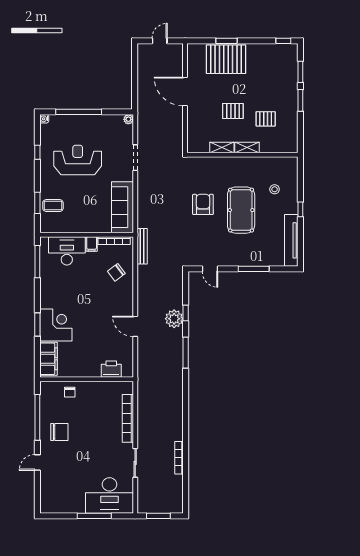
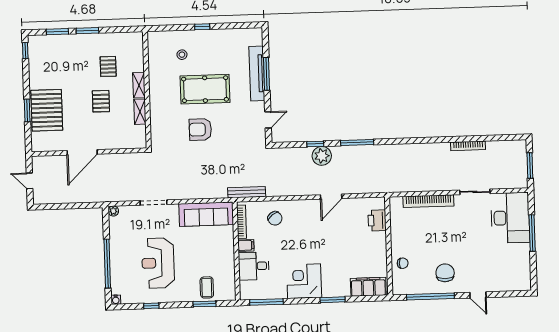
tv unit: (291, 240) -> (257, 73), moved, turned 90
desk: (67, 251) -> (254, 266), width x0.73
corner desk: (56, 325) -> (304, 281), moved

